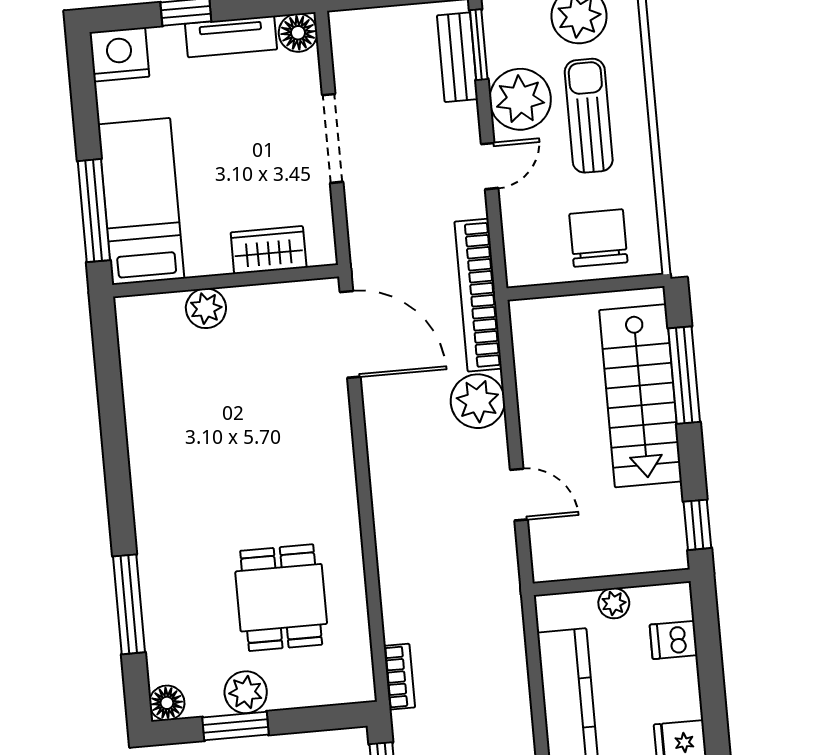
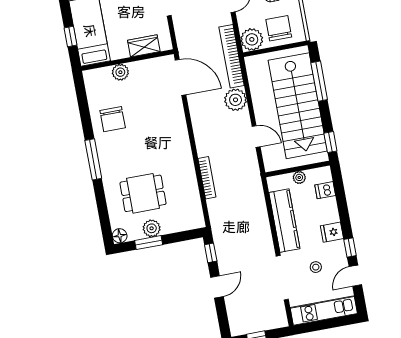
window: (94, 211) -> (71, 36), width x0.46
plant: (531, 259) -> (252, 39), added
stairs: (641, 396) -> (298, 106), width x1.36, depth x1.51
chair: (176, 420) -> (113, 119), added
dining table: (281, 598) -> (143, 193), moved, turned 90
window: (129, 604) -> (93, 159), moved
bookcase: (399, 677) -> (207, 178), moved, width x1.56

